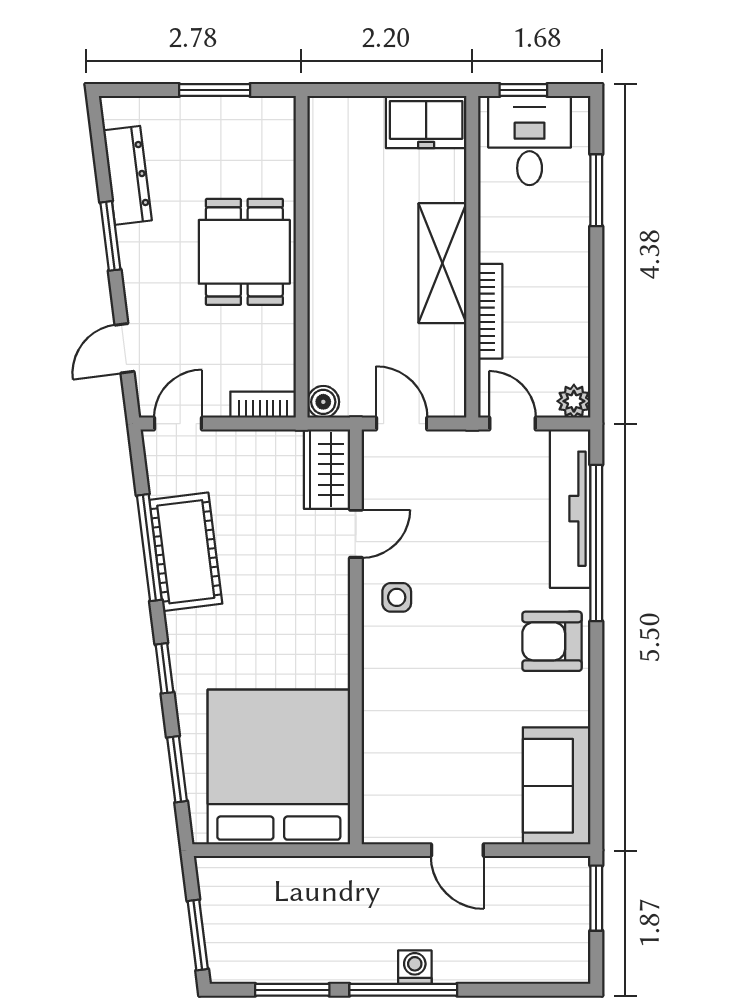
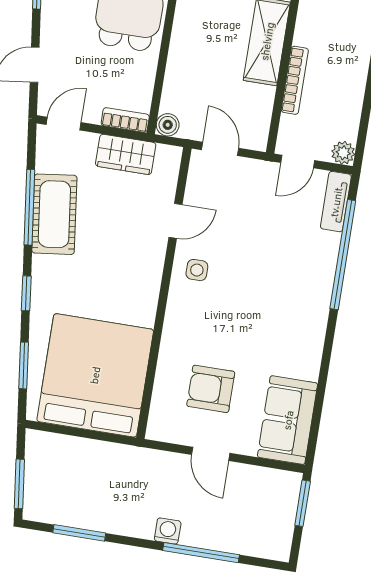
door: (512, 424) -> (298, 161), swing flipped
wardrobe: (327, 469) -> (126, 154), moved, turned -90
tv unit: (570, 509) -> (336, 202), width x0.52, depth x0.78
armchair: (552, 641) -> (211, 389), moved
window: (403, 990) -> (201, 553), moved

